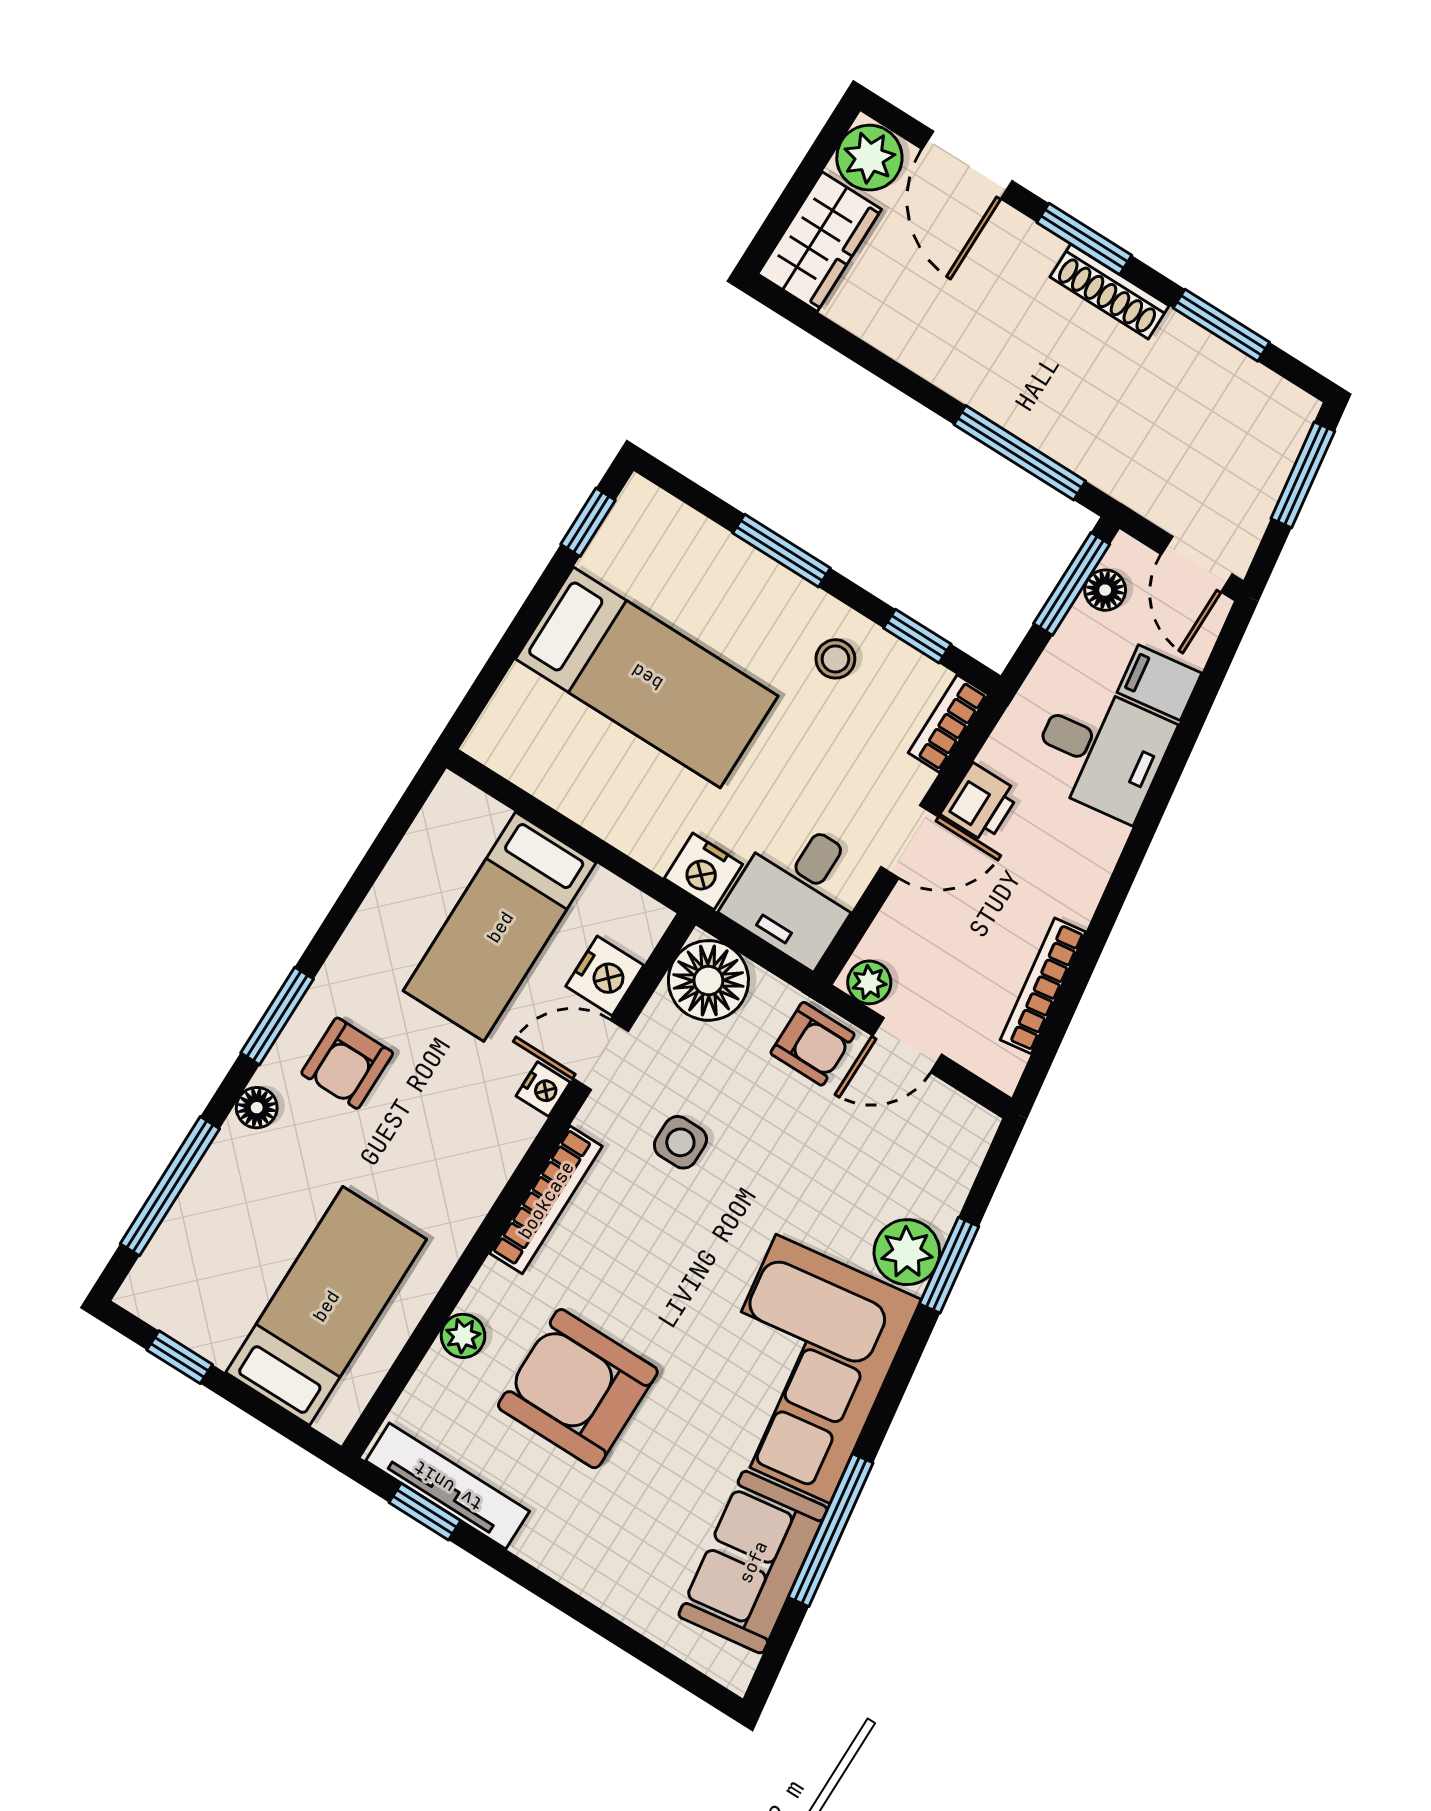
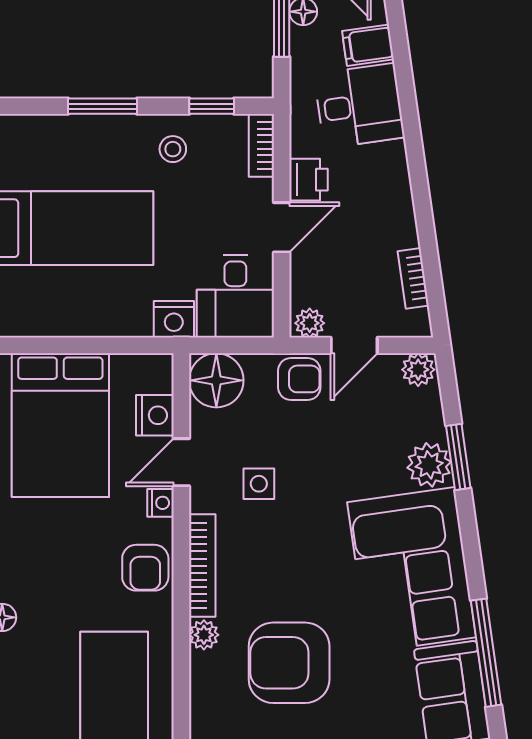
bed: (500, 927) -> (60, 425), width x1.50
bookcase: (1043, 986) -> (413, 278), width x0.64
armchair: (347, 1063) -> (145, 568), moved
plant: (968, 1125) -> (418, 370), added
plant: (463, 1336) -> (204, 635), moved

